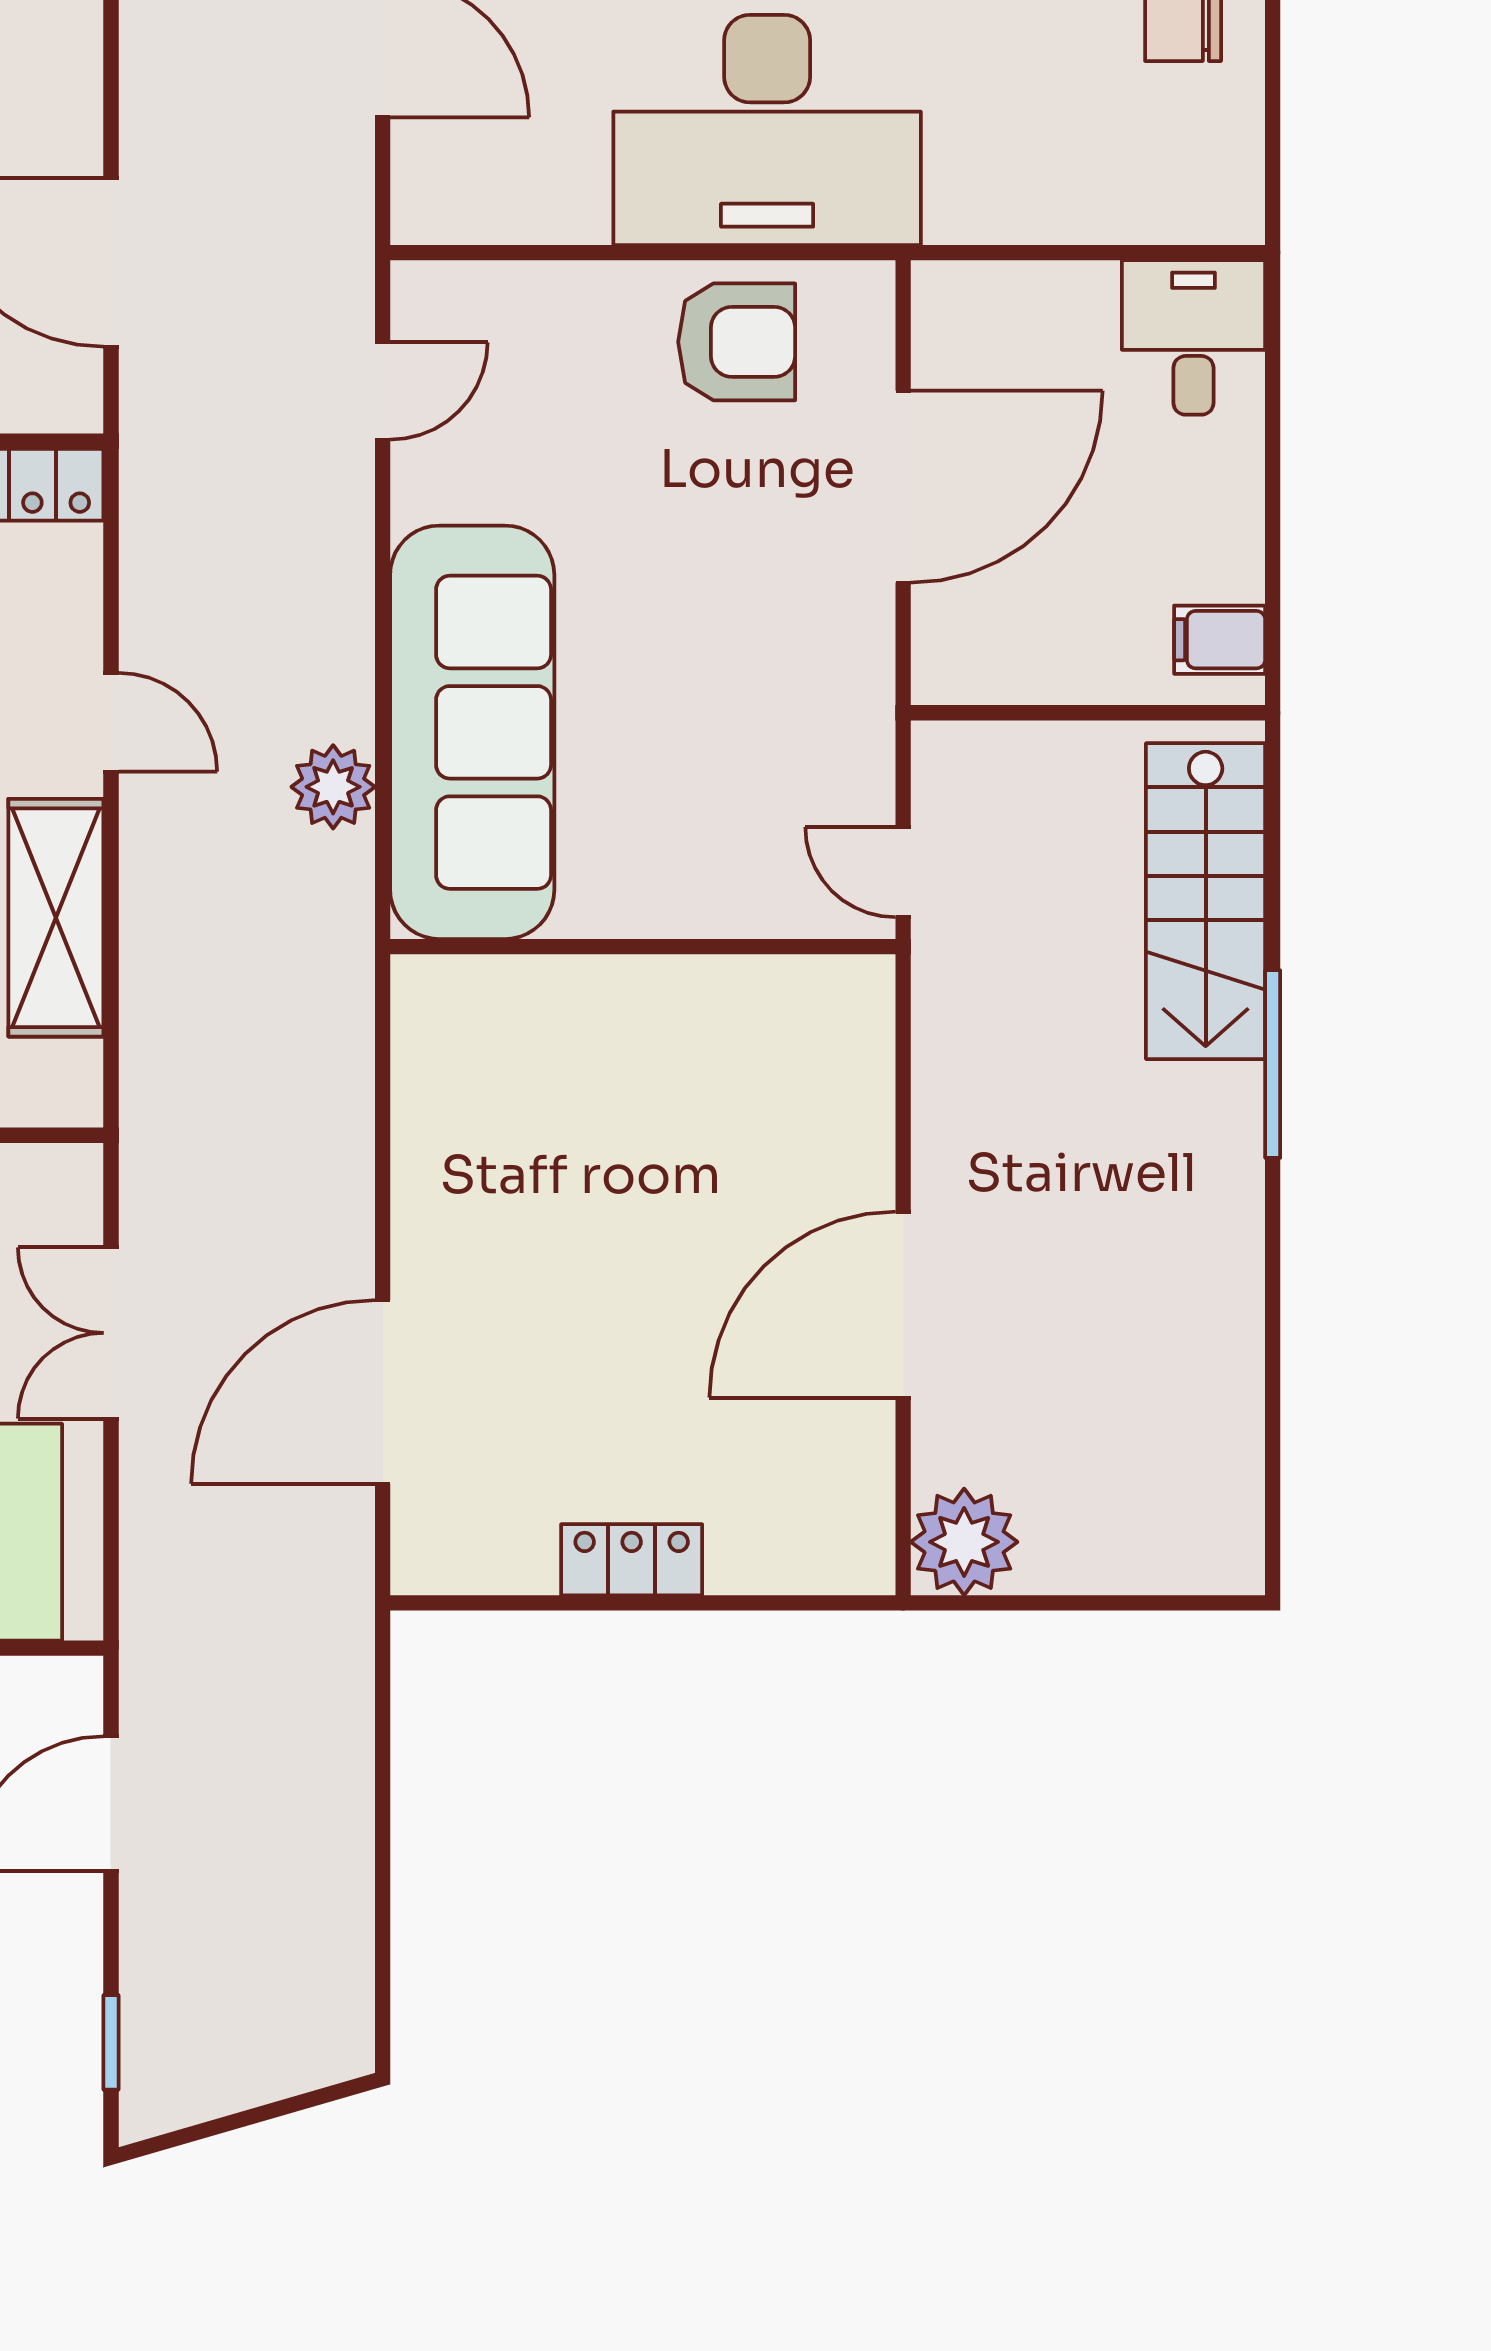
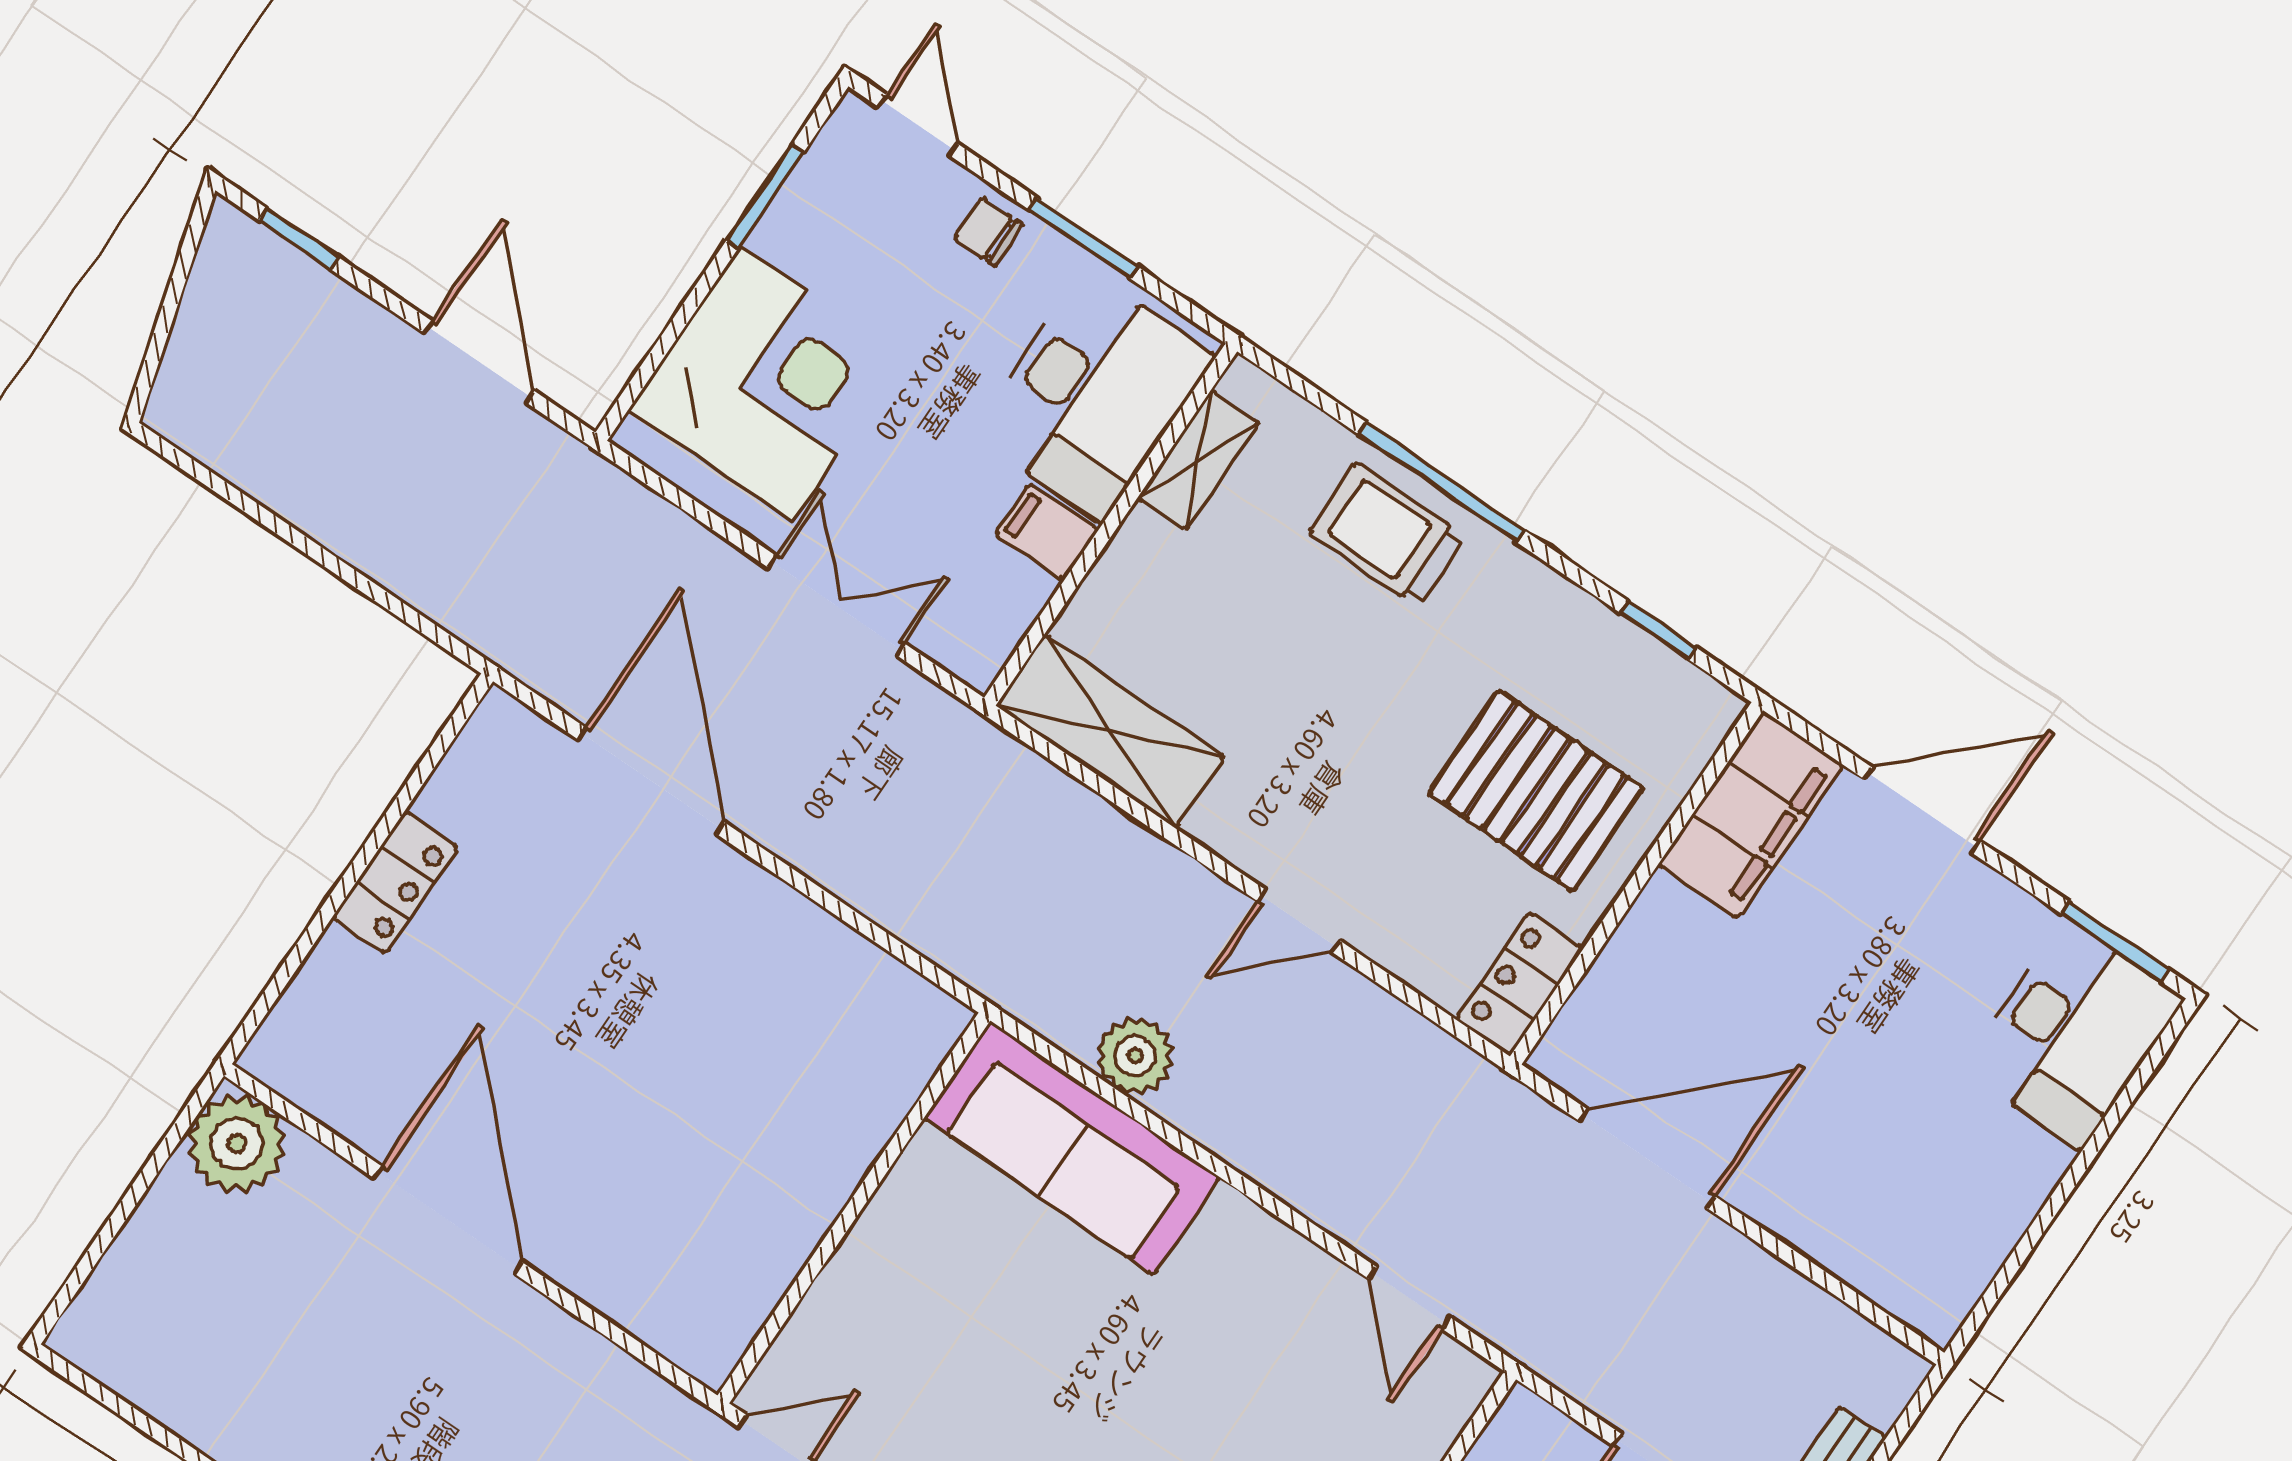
sofa: (472, 732) -> (1072, 1148), width x0.74, depth x0.79
shelving: (56, 918) -> (1110, 731), moved

